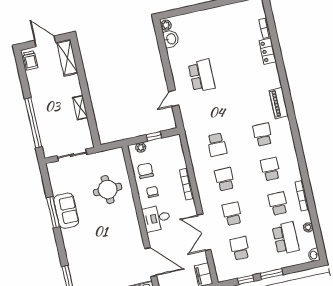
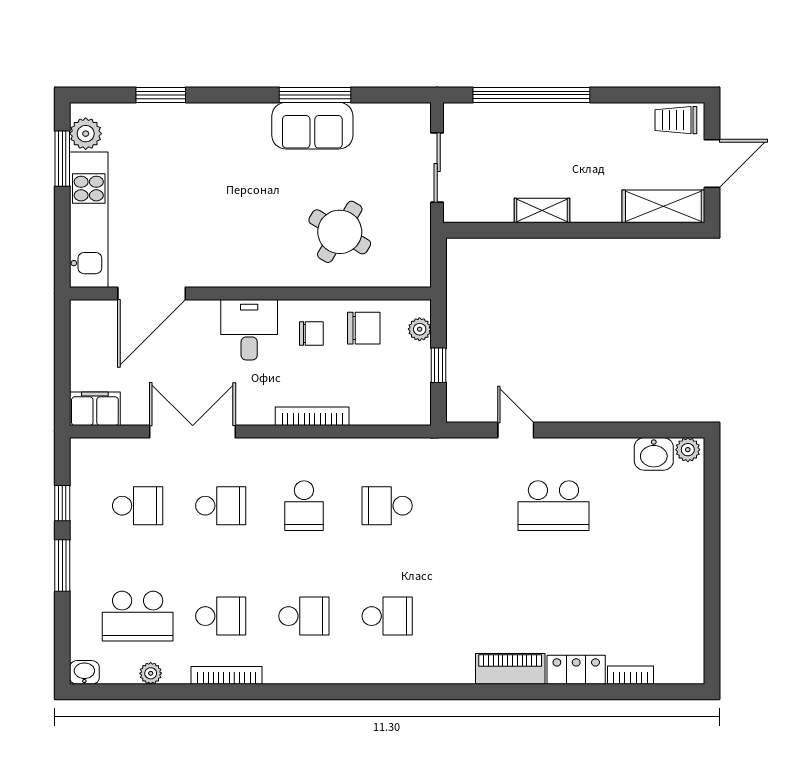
piano: (279, 103) -> (510, 669), moved
school desk: (225, 179) -> (304, 506), turned 90
round table: (108, 190) -> (340, 232), turned 33

